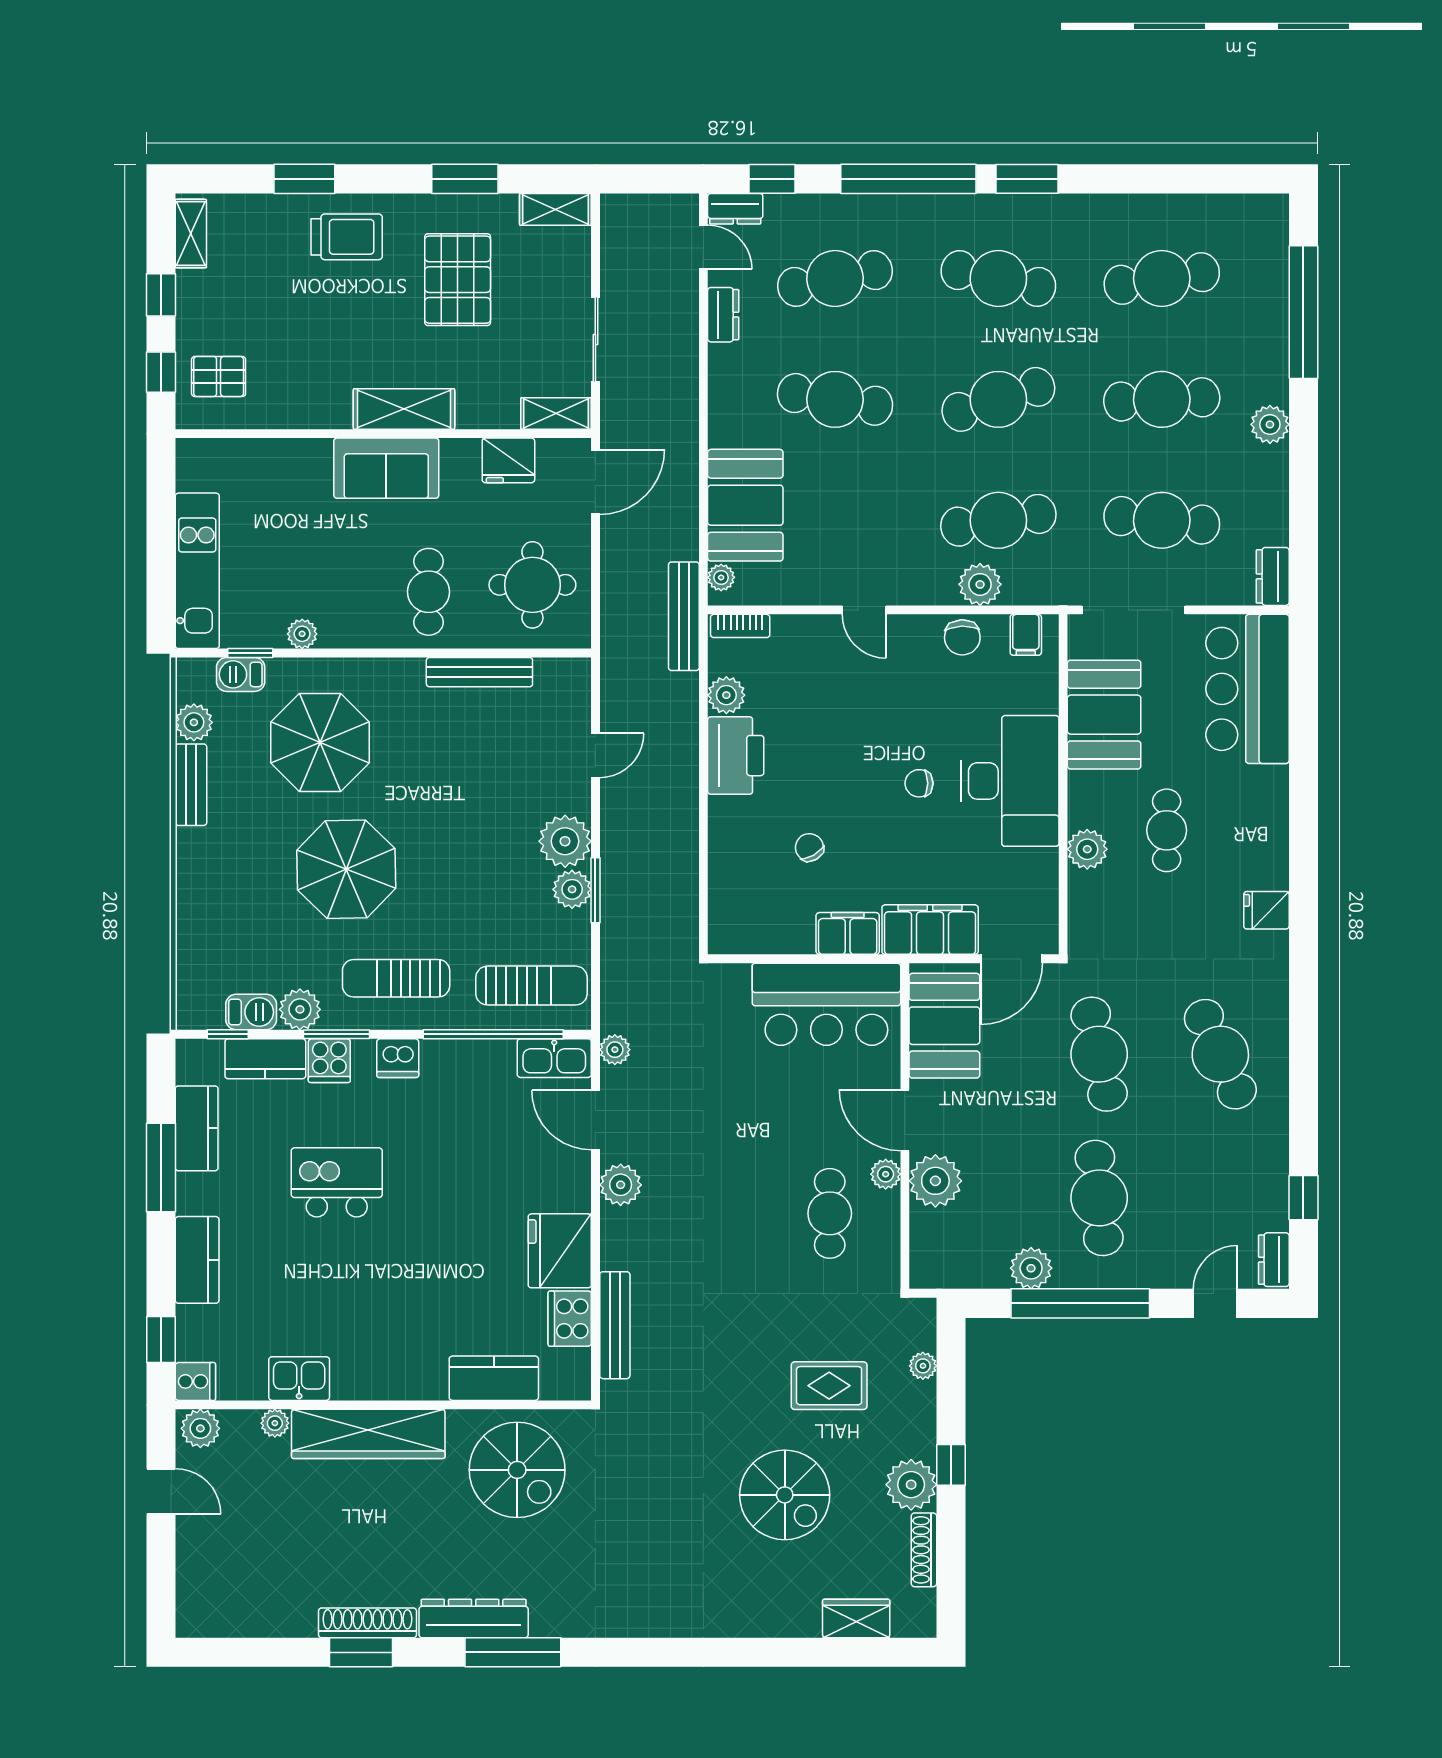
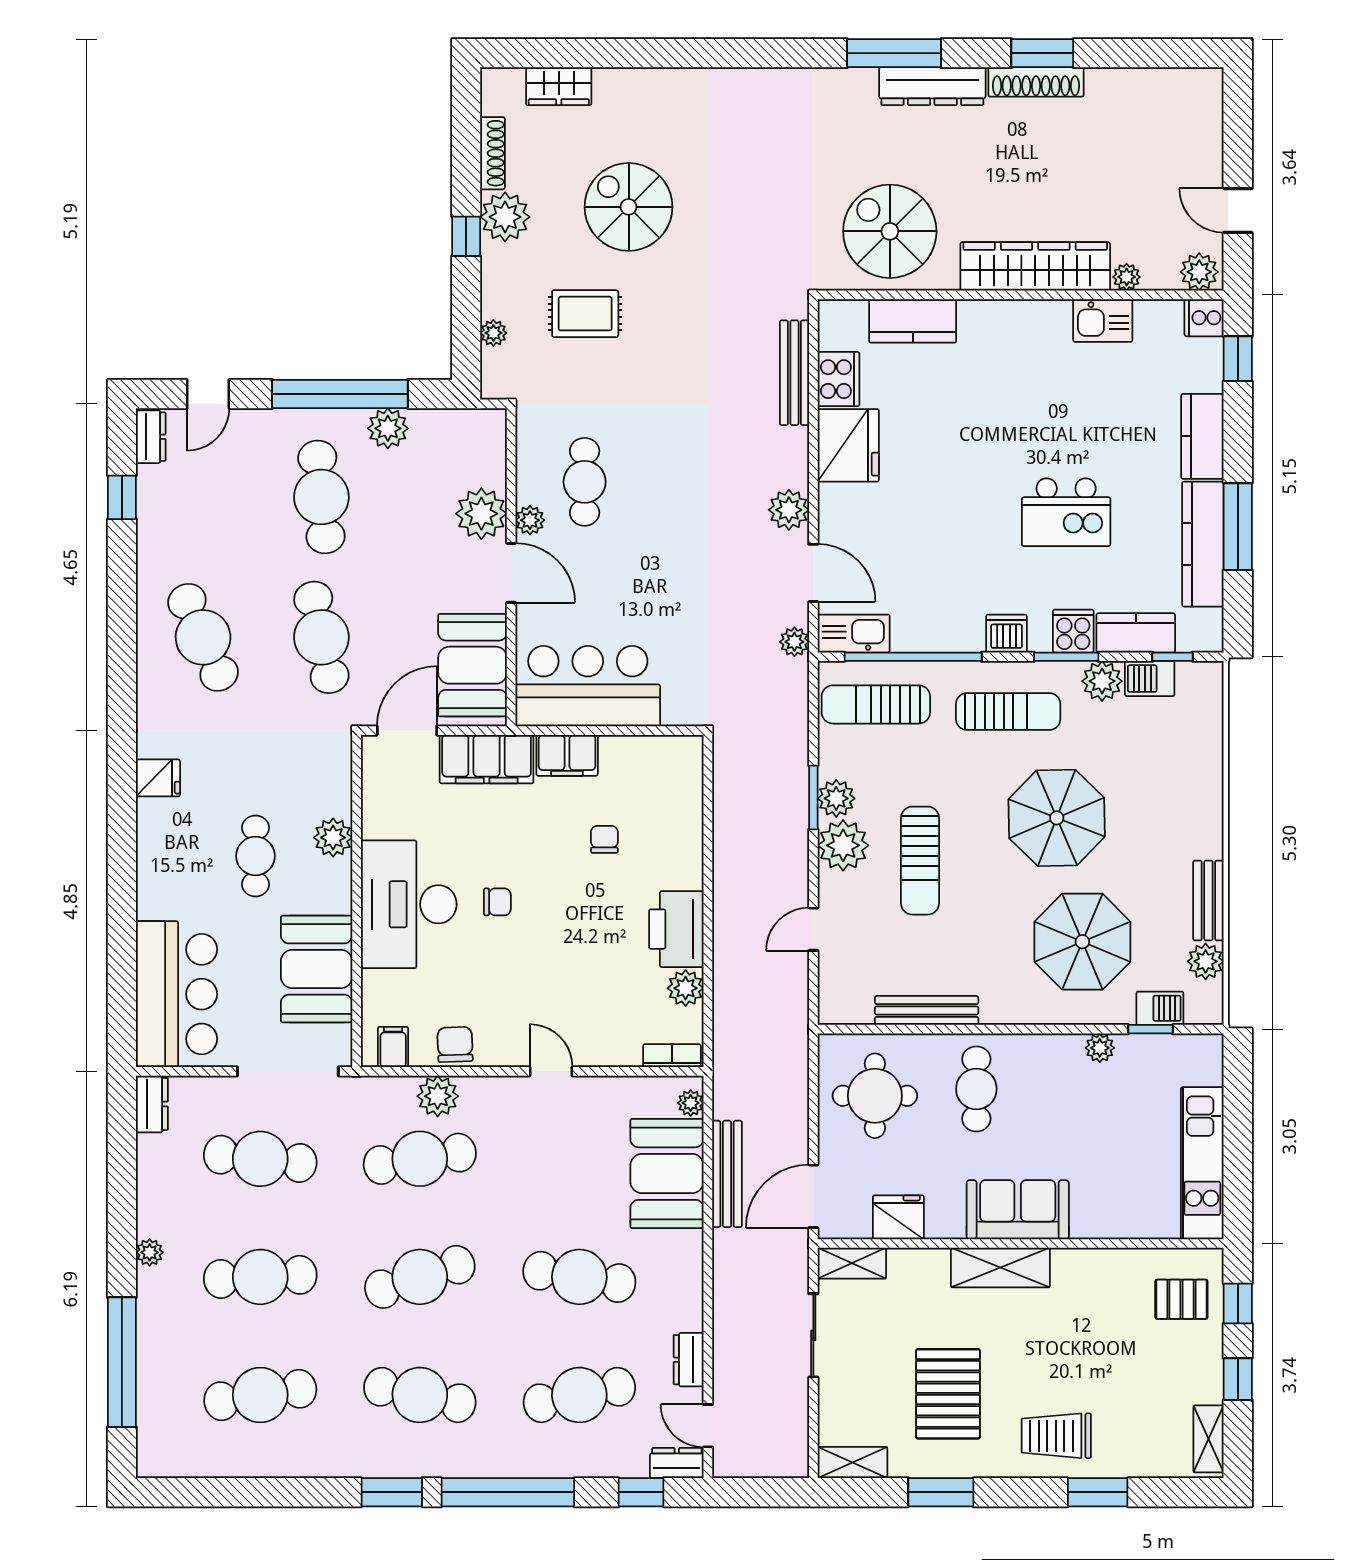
plant: (1270, 424) -> (150, 1252), width x0.73, depth x0.73
kitchen unit: (197, 571) -> (1202, 1163), moved
bench: (684, 616) -> (727, 1174), moved
sun lounger: (486, 826) -> (920, 861), added
chair: (809, 847) -> (604, 839), turned -150
kitchen counter: (197, 1128) -> (1203, 544), width x1.50

